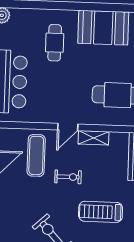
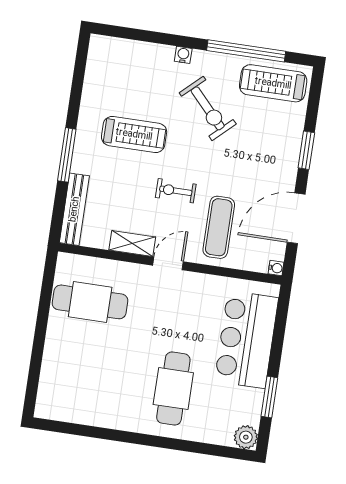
booth: (103, 28) -> (100, 403), removed
cafe table: (55, 43) -> (173, 389), width x1.37, depth x1.35

